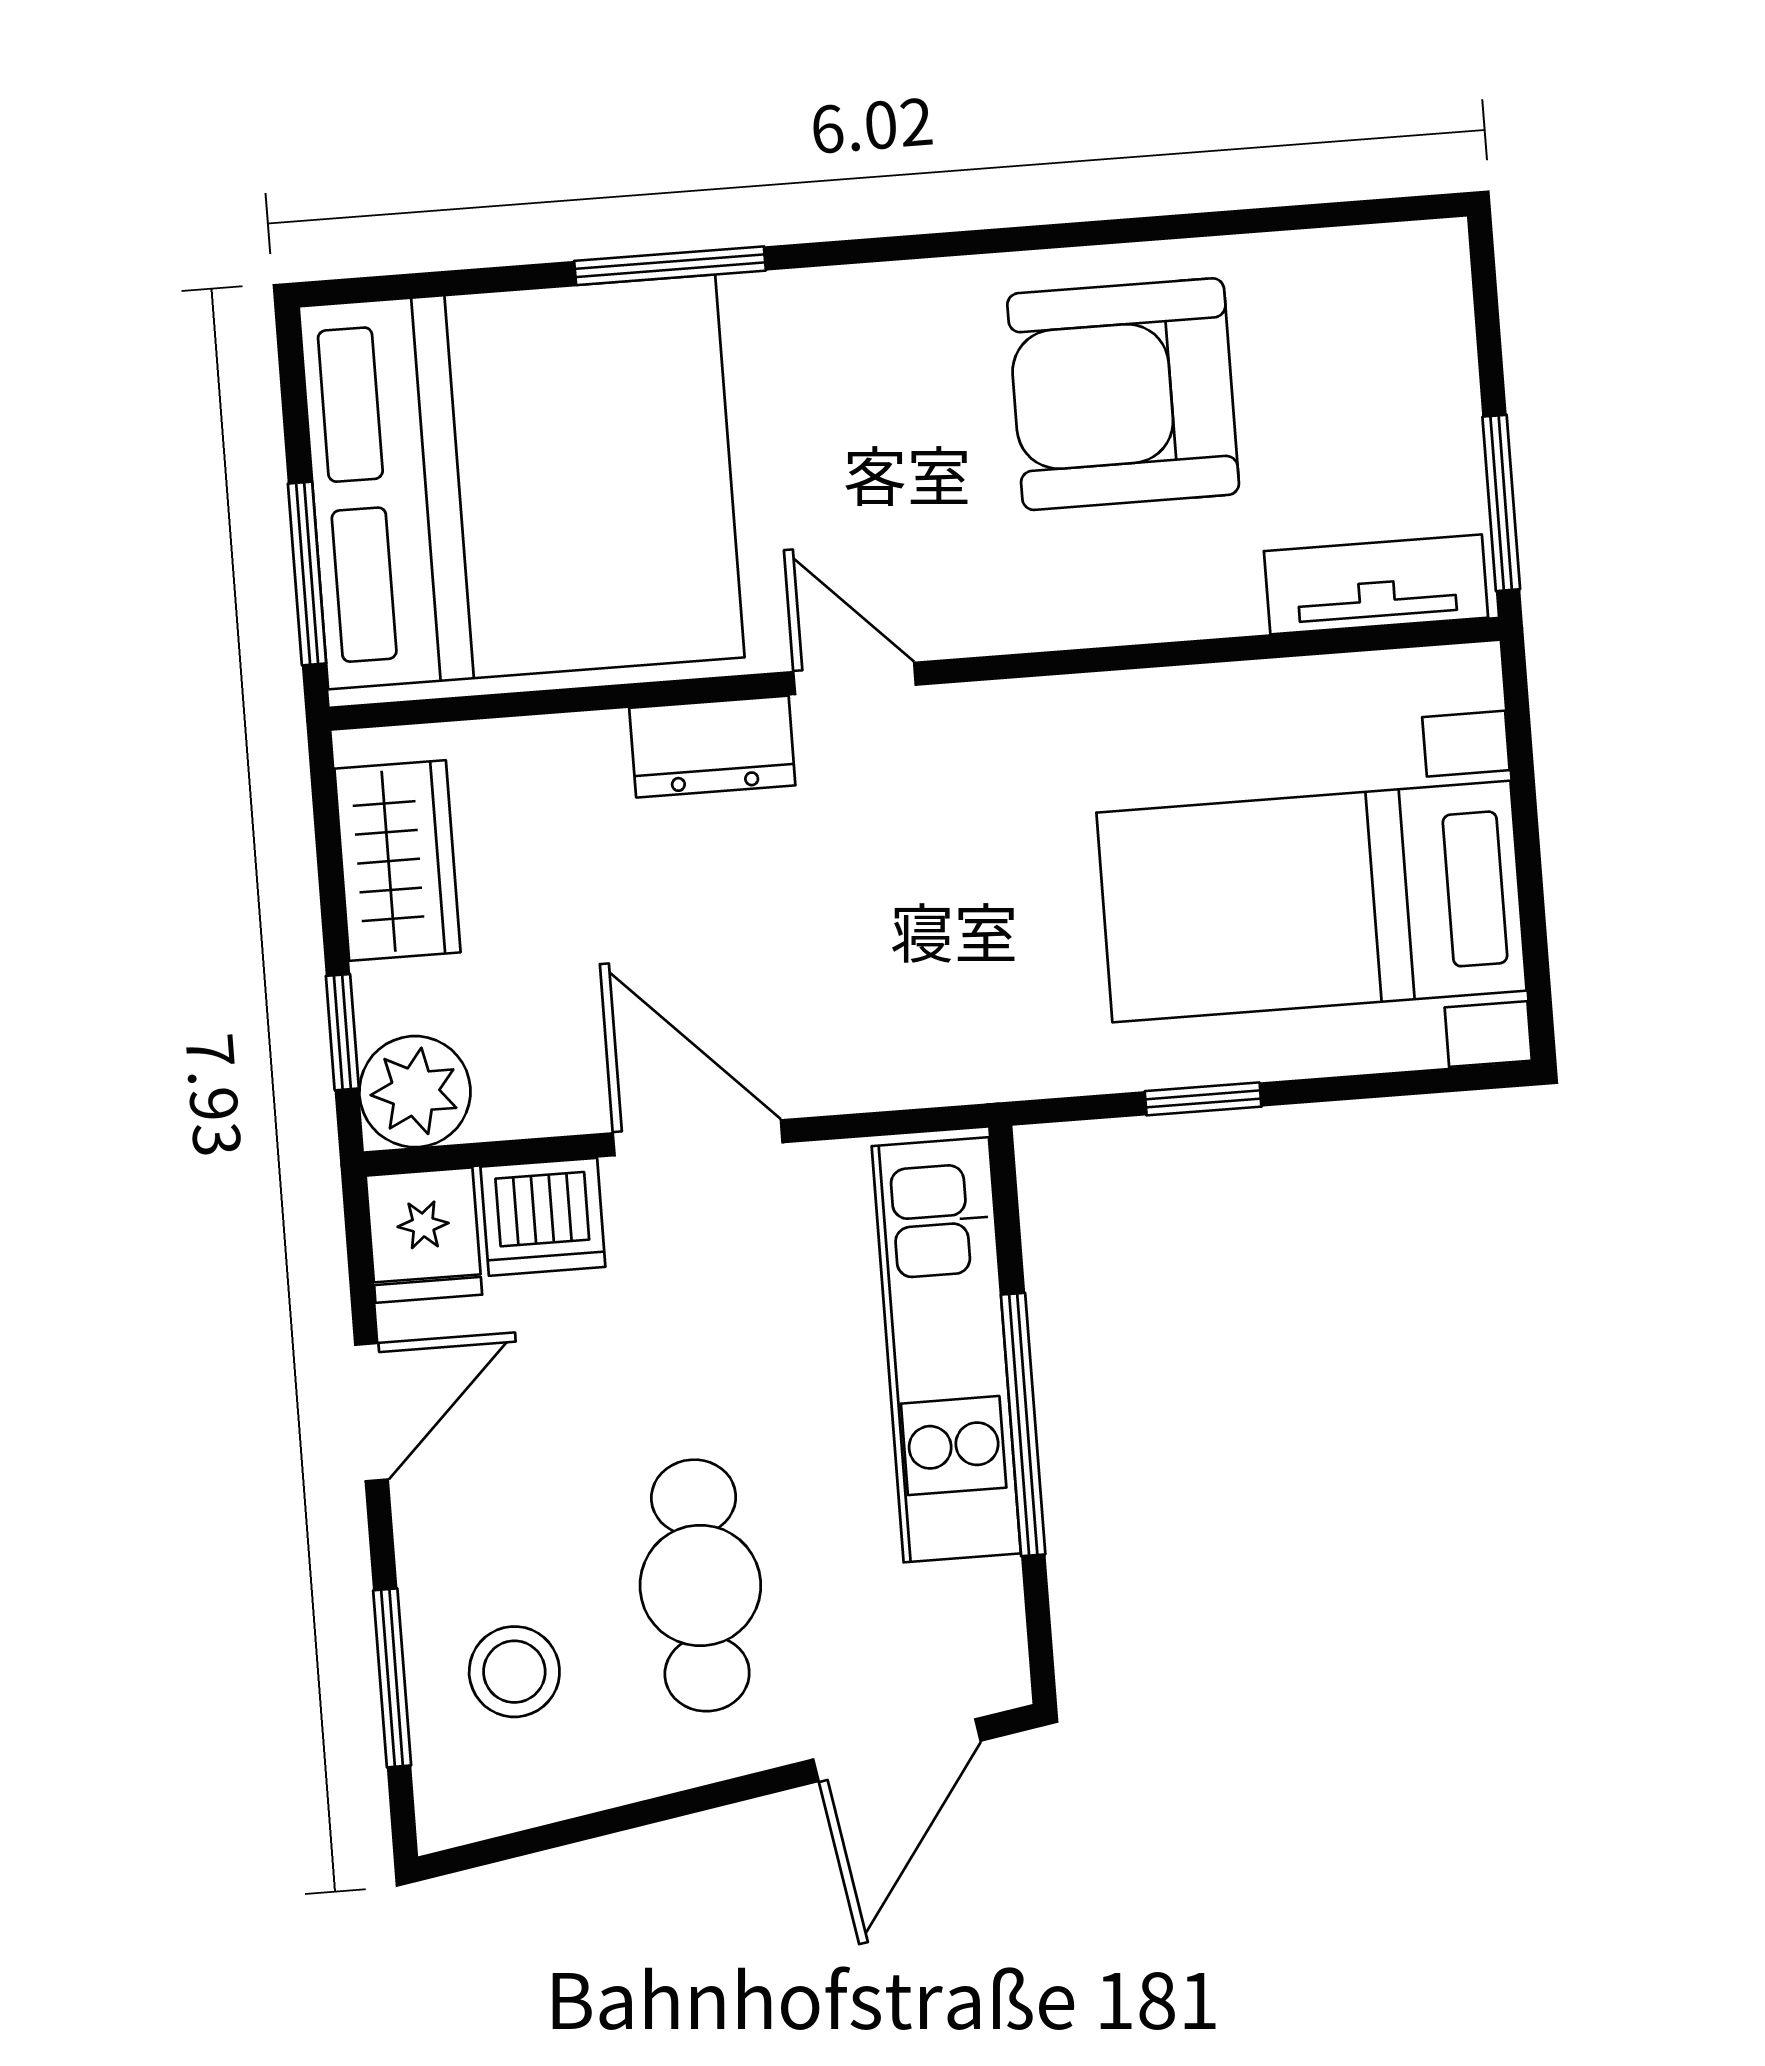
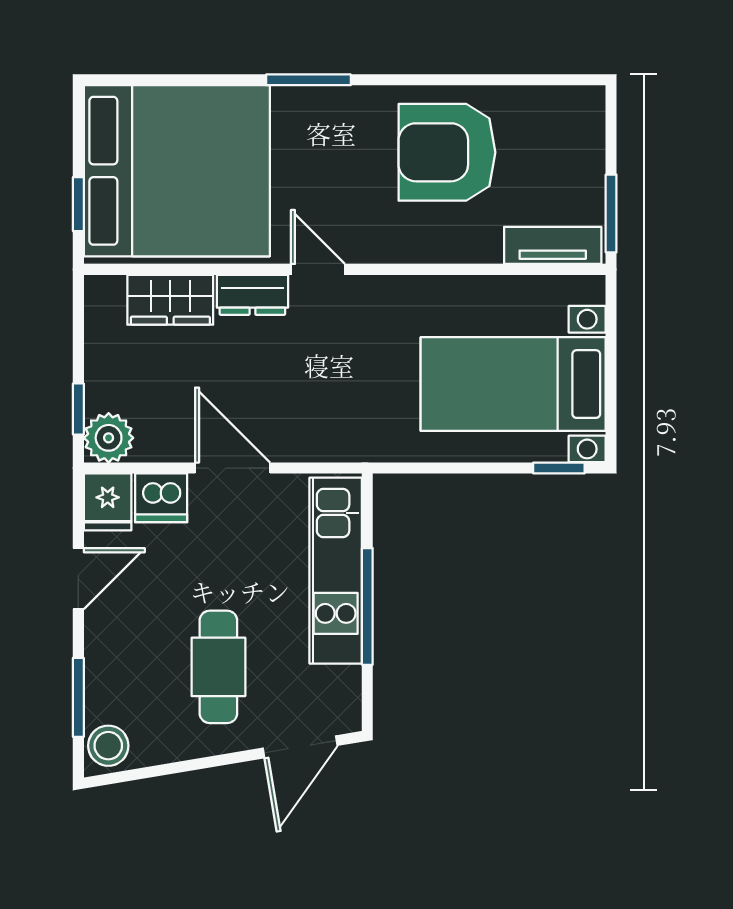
window: (670, 266) -> (308, 80), moved
window: (307, 574) -> (78, 204), width x0.67
wardrobe: (397, 860) -> (170, 300), moved, turned 90
window: (1203, 1099) -> (559, 468), moved
stool: (514, 1672) -> (108, 746), moved

